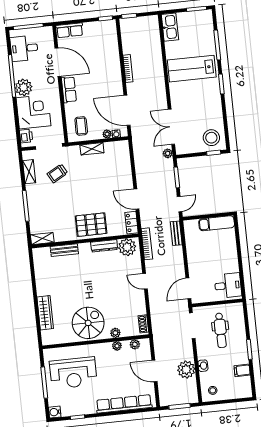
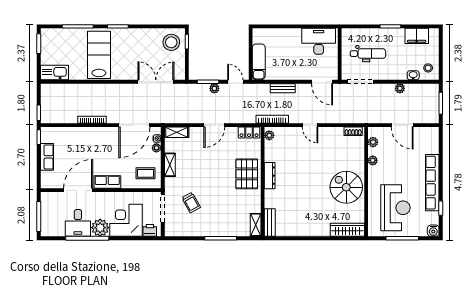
row of seats: (70, 30) -> (47, 157), moved
desk: (24, 48) -> (78, 223), moved
lab bench: (192, 69) -> (99, 55), turned 180
double door: (171, 127) -> (156, 82), swing flipped
plant: (168, 153) -> (214, 88), moved
shelving: (29, 172) -> (177, 132), moved
door: (136, 199) -> (214, 125), moved
exam couch: (217, 223) -> (259, 62), moved
bench: (176, 233) -> (283, 88), moved
dresser: (104, 246) -> (270, 176), moved
plant: (127, 247) -> (269, 135), width x0.53, depth x0.53
bench: (64, 250) -> (270, 223), moved
door: (145, 281) -> (310, 125), hinge flipped
desk: (228, 285) -> (319, 41), width x1.37
wardrobe: (45, 313) -> (347, 230), moved
plant: (115, 333) -> (359, 161), removed
washbasin: (203, 366) -> (413, 75), moved
plant: (186, 370) -> (400, 88), width x0.53, depth x0.53
filing cabinet: (242, 370) -> (417, 36), width x2.00
door: (154, 371) -> (402, 125), hinge flipped
row of seats: (124, 404) -> (432, 183), moved

